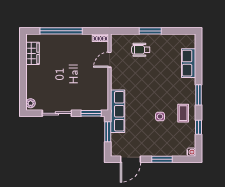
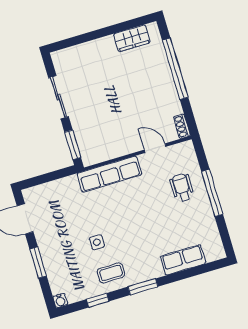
window: (150, 31) -> (212, 193), width x1.44
plant: (31, 103) -> (62, 56), removed
row of seats: (118, 111) -> (109, 174), moved
window: (108, 132) -> (54, 176), removed

